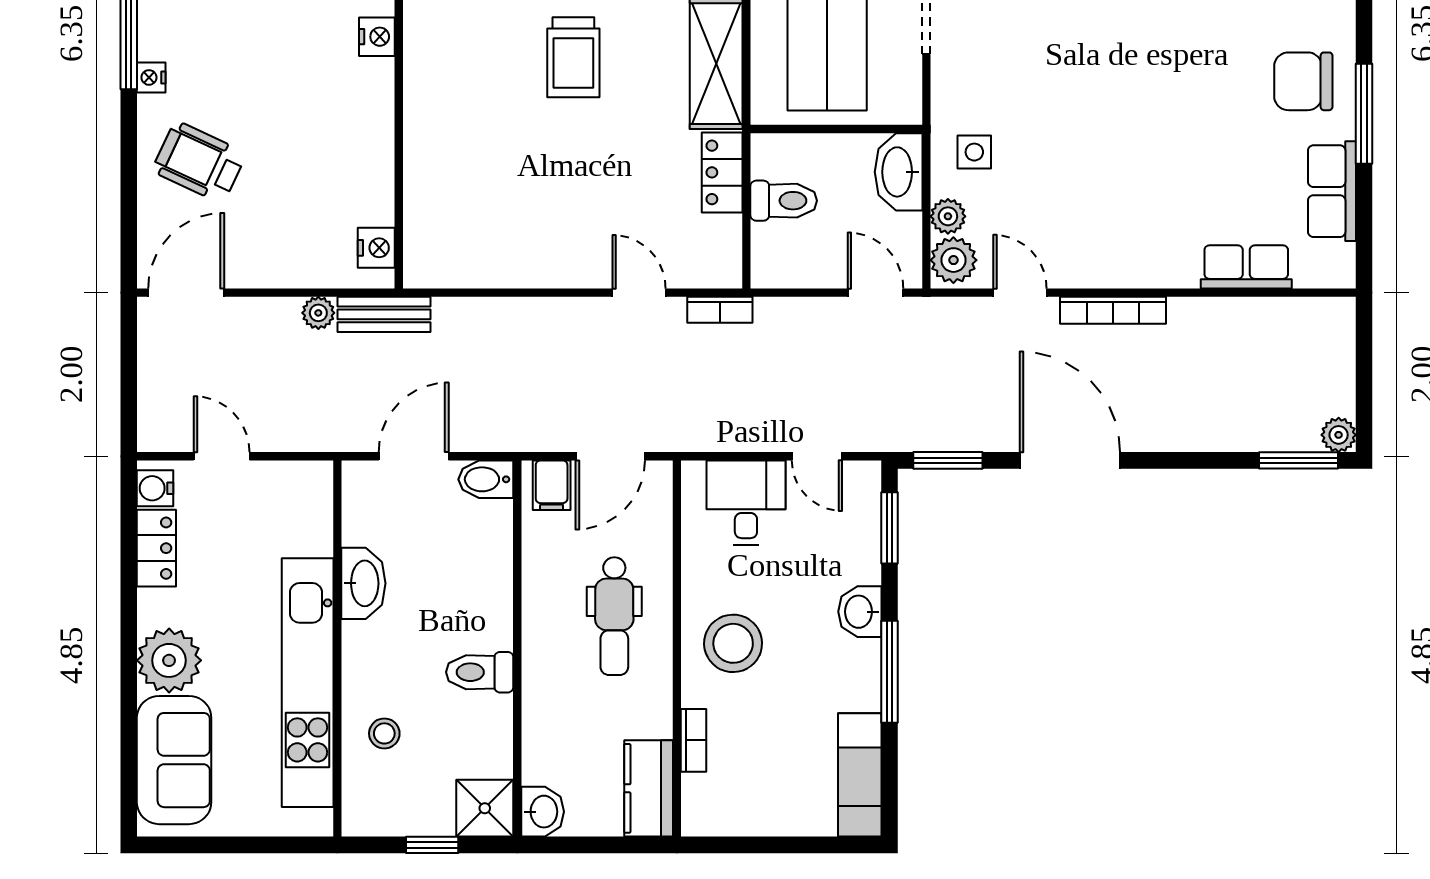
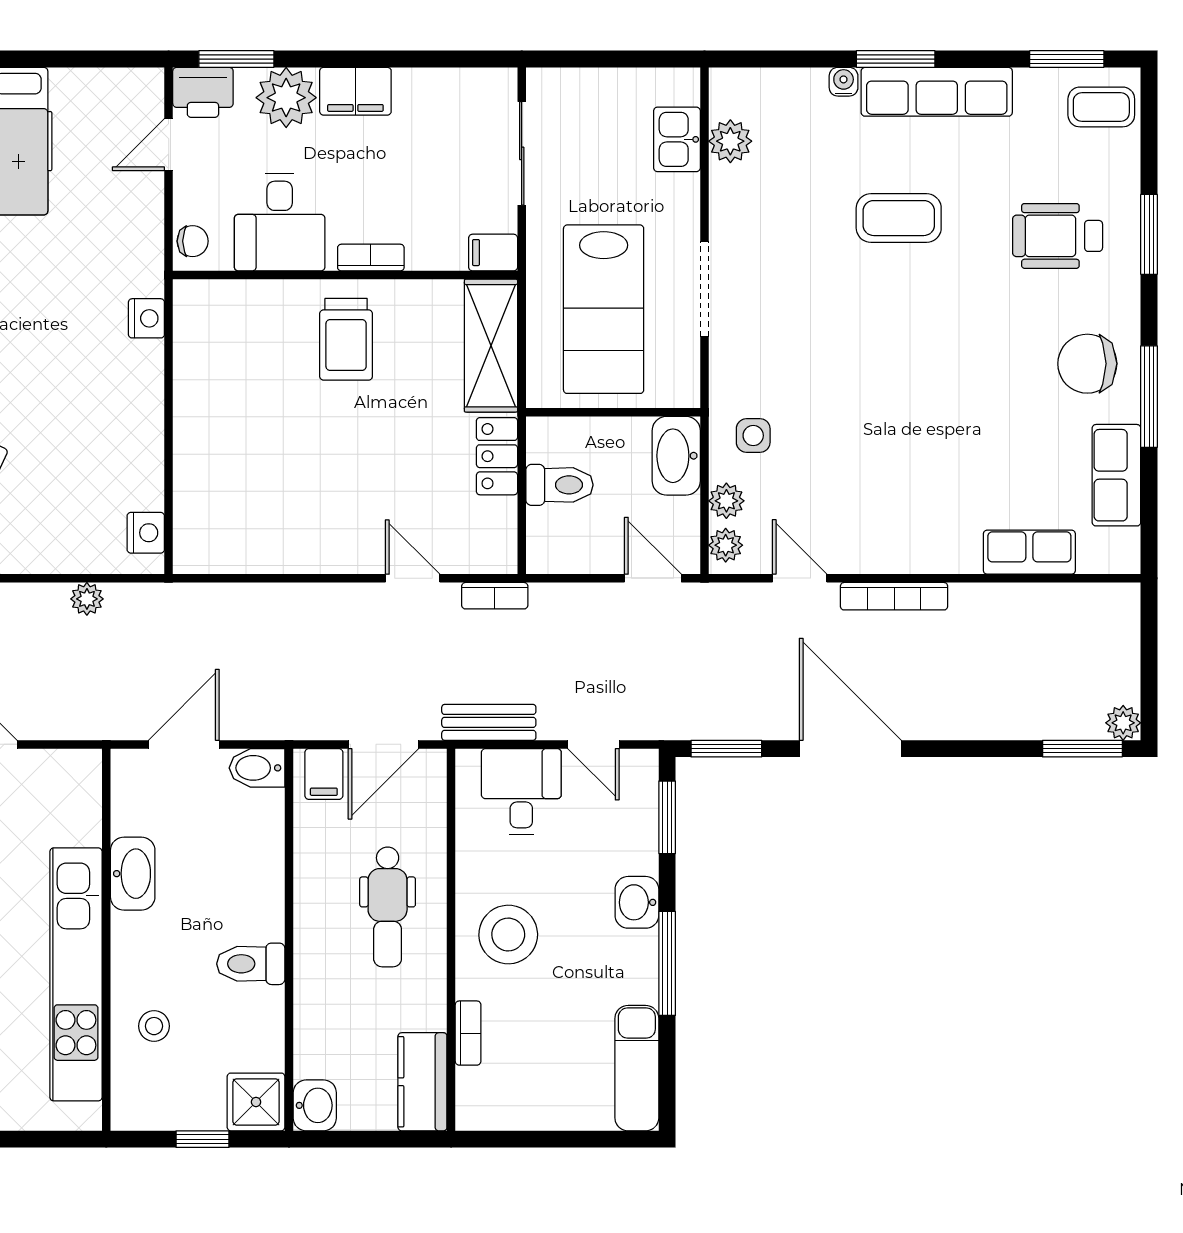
plant: (953, 260) -> (726, 545), width x0.73, depth x0.73
bench: (384, 314) -> (489, 722), moved

